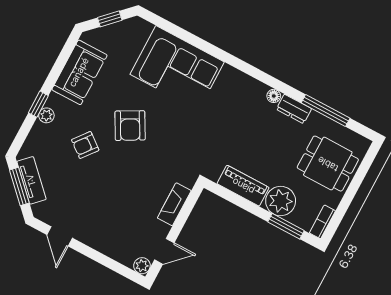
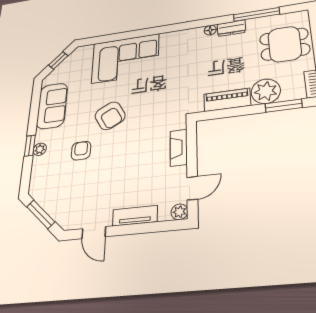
armchair: (85, 145) -> (81, 151), turned 142
tv unit: (31, 180) -> (135, 216), moved, turned -45

